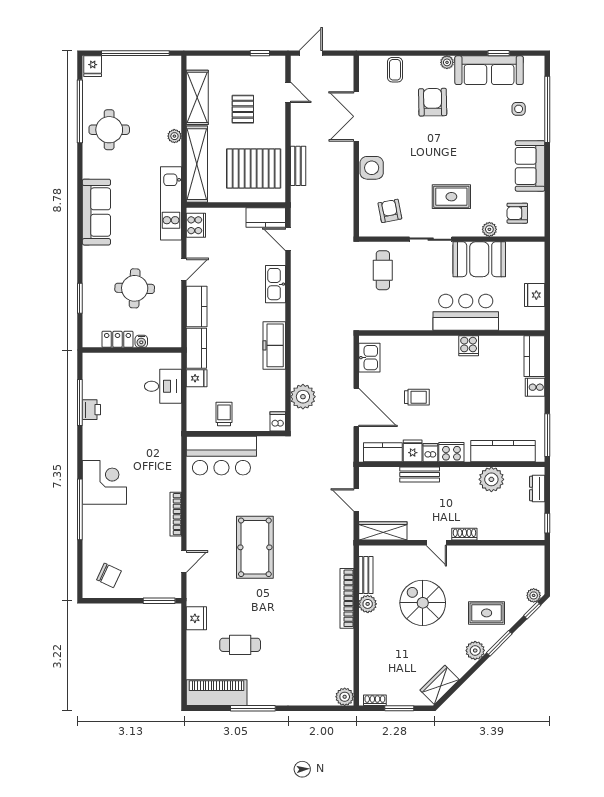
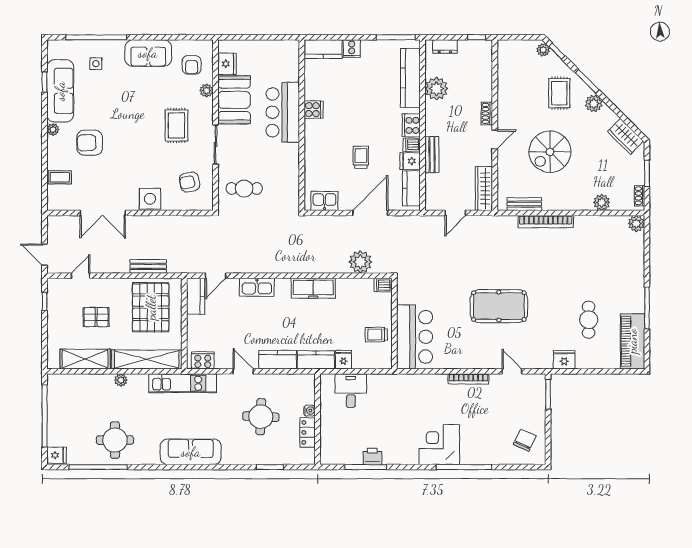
fridge: (535, 295) -> (227, 64), moved, turned -90
plant: (368, 604) -> (602, 202), moved

